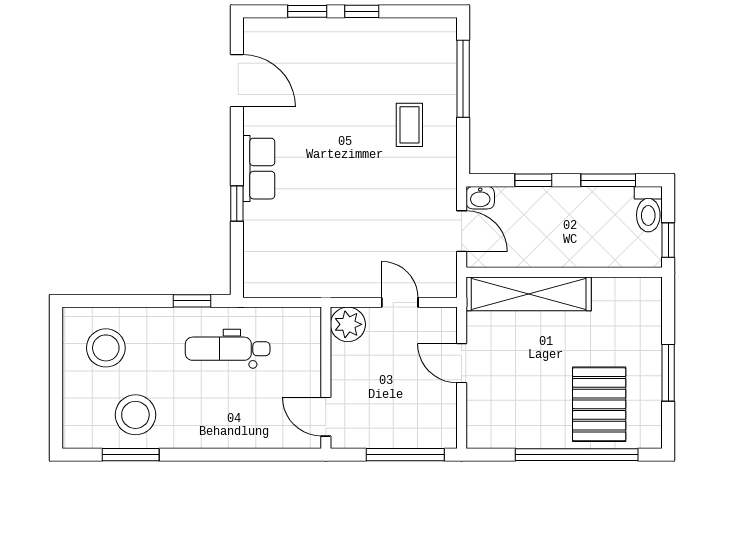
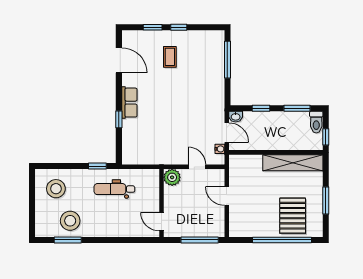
coffee table: (409, 125) -> (170, 57), moved
water cooler: (447, 265) -> (220, 149), added
shelving: (529, 294) -> (293, 163), moved

